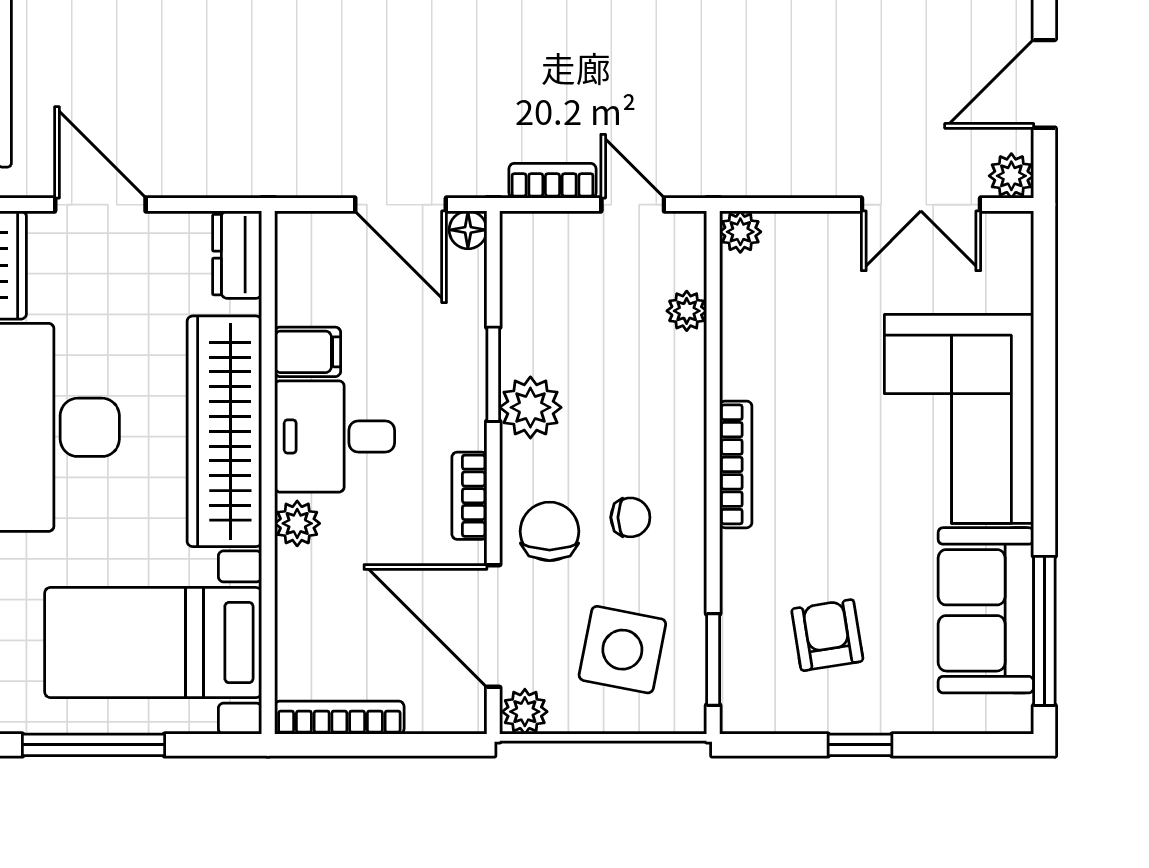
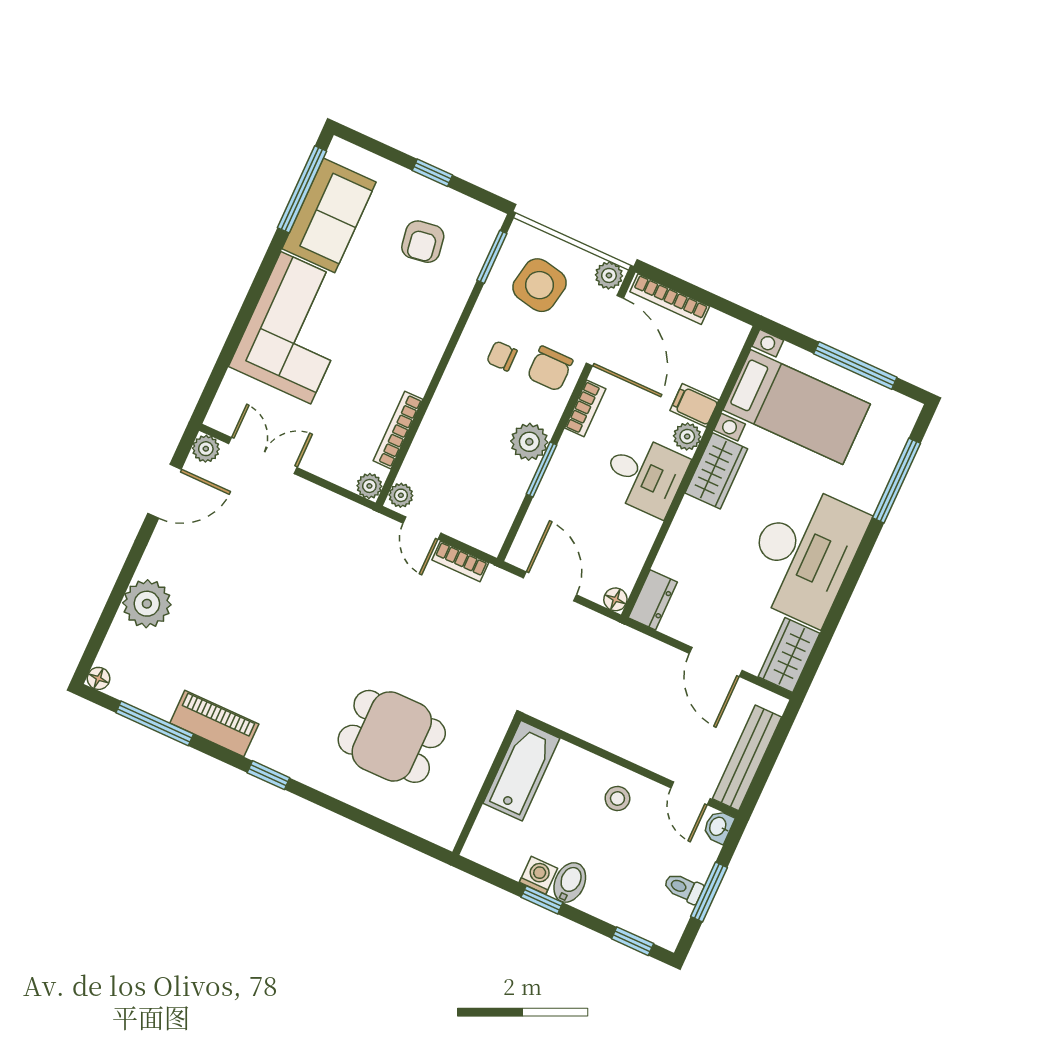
floor lamp: (468, 230) -> (615, 599), moved
plant: (687, 311) -> (401, 495), moved
filing cabinet: (308, 352) -> (694, 405), moved
wardrobe: (224, 431) -> (716, 471), width x0.48, depth x0.85
bookcase: (736, 464) -> (398, 430), moved
bookcase: (339, 718) -> (670, 299), moved

